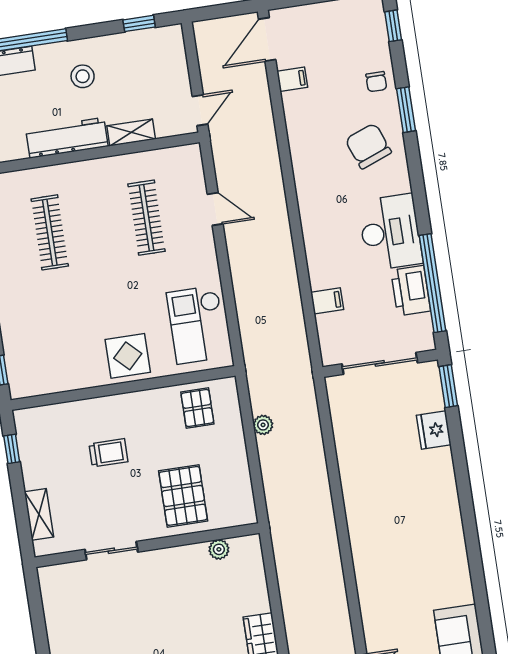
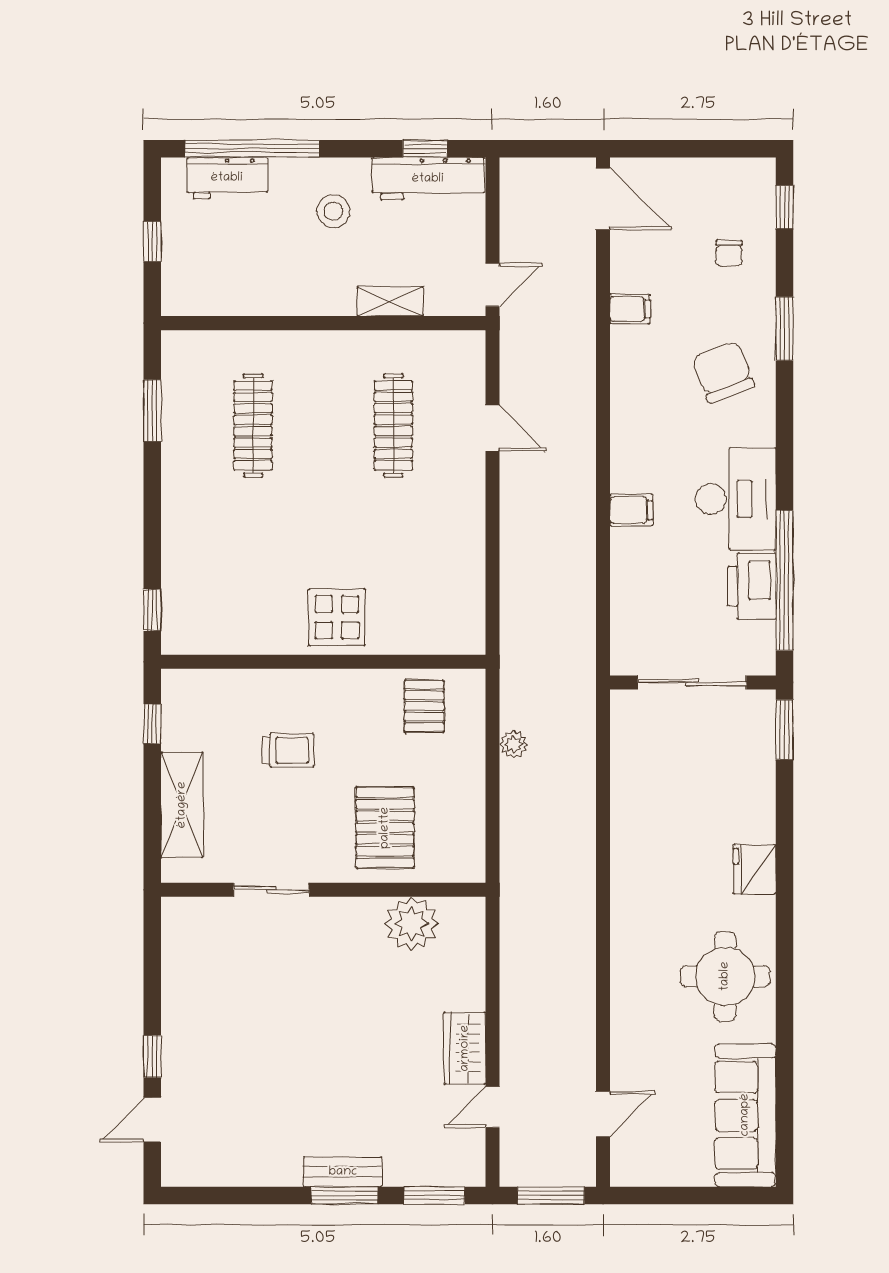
door: (267, 39) -> (603, 199), swing flipped
filing cabinet: (292, 79) -> (630, 309), moved
chair: (376, 82) -> (729, 253), moved
workbench: (67, 138) -> (428, 179), moved, turned 180
filing cabinet: (327, 301) -> (631, 510), moved
checkout: (197, 325) -> (442, 588), removed
fridge: (434, 430) -> (754, 869), moved
shelving: (39, 514) -> (182, 805), width x1.50, depth x1.33
plant: (219, 549) -> (411, 924), width x1.87, depth x1.87
round table: (433, 563) -> (725, 976), added

